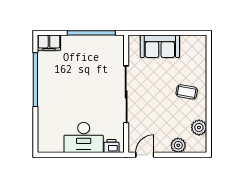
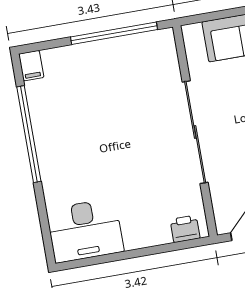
filing cabinet: (49, 43) -> (31, 66), width x0.50
desk: (84, 137) -> (85, 230), moved

